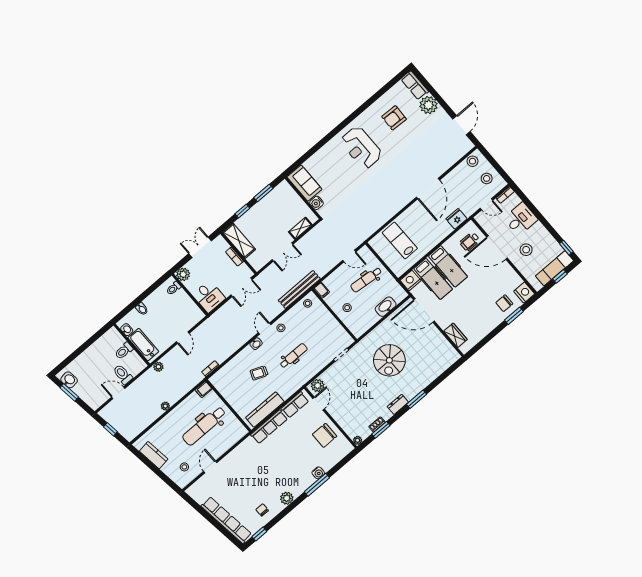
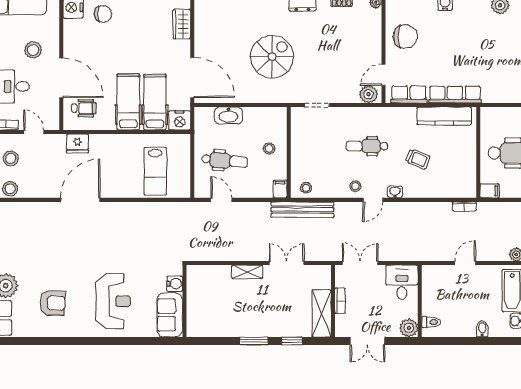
sofa: (304, 183) -> (170, 315), moved
wall: (303, 198) -> (184, 301), moved
water cooler: (317, 203) -> (175, 284), moved

